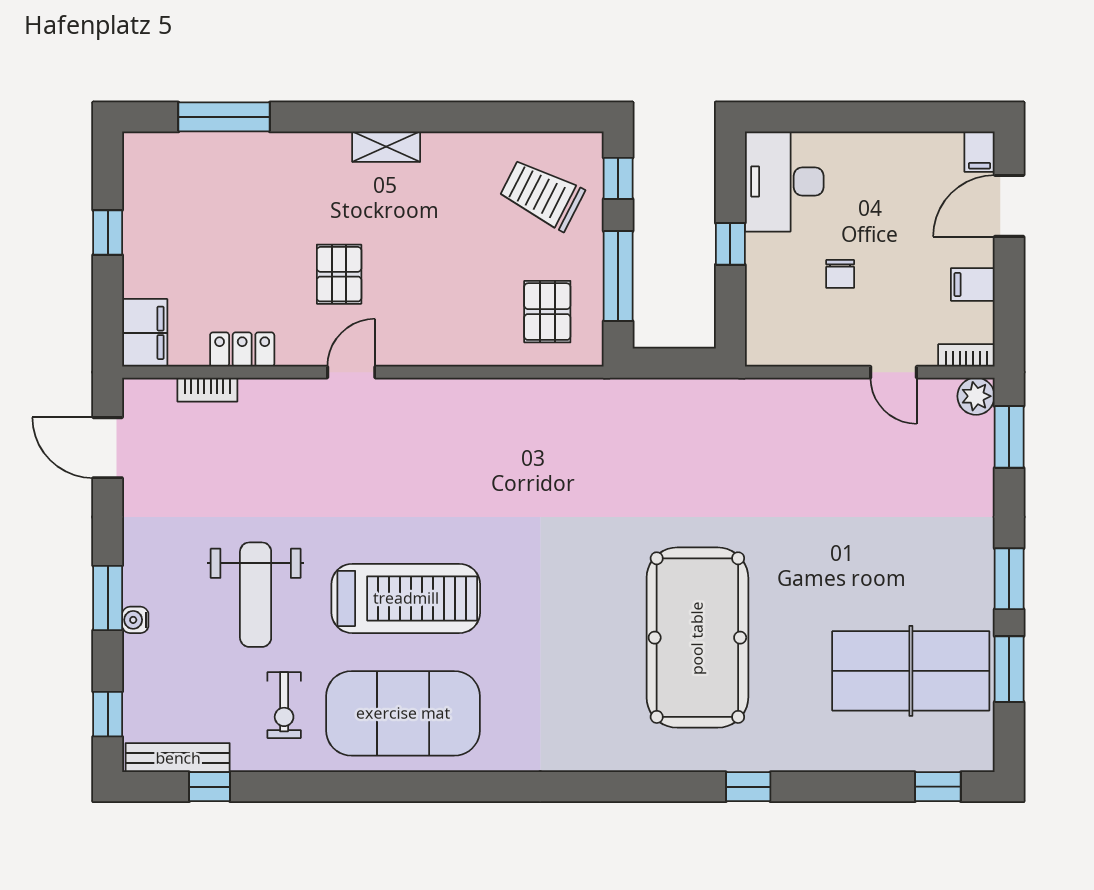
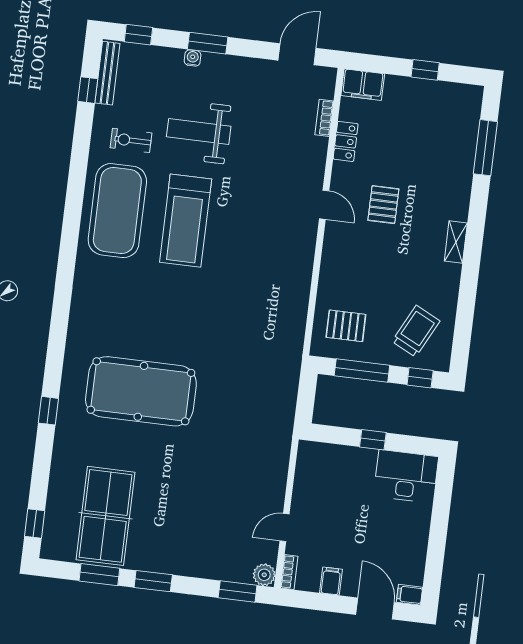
pallet: (339, 274) -> (383, 205), turned 90
chair: (840, 274) -> (347, 503), removed

